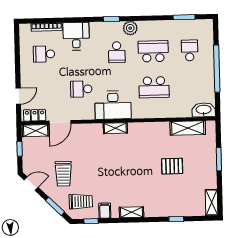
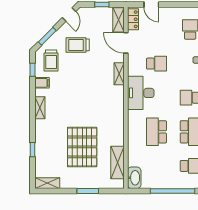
school desk: (81, 89) -> (156, 64), turned 90
shelving: (115, 128) -> (119, 74), moved
pallet: (172, 166) -> (82, 147), width x2.05, depth x2.00

